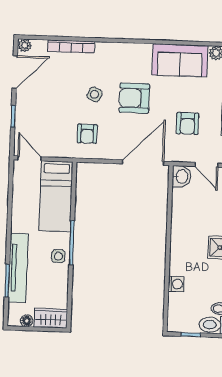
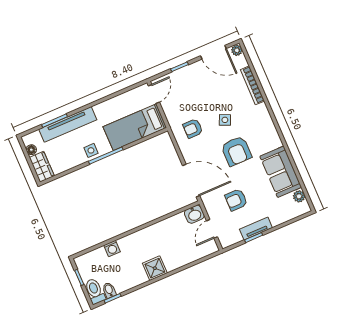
armchair: (134, 98) -> (236, 151), turned 180

